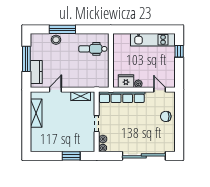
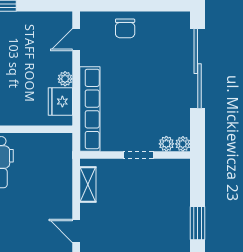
window: (71, 156) -> (198, 223), moved

